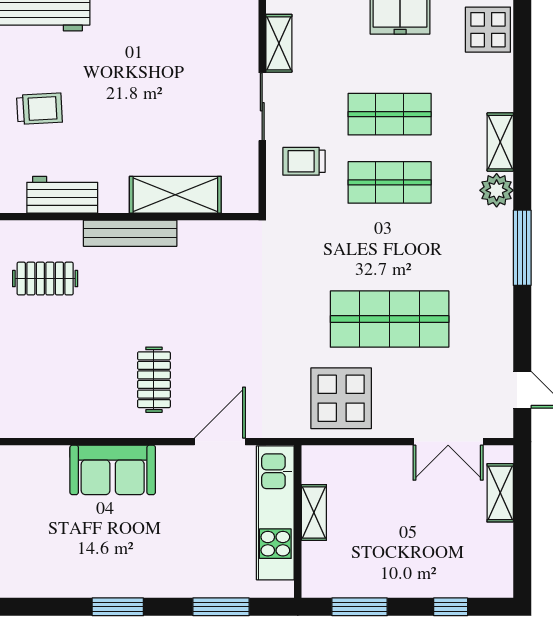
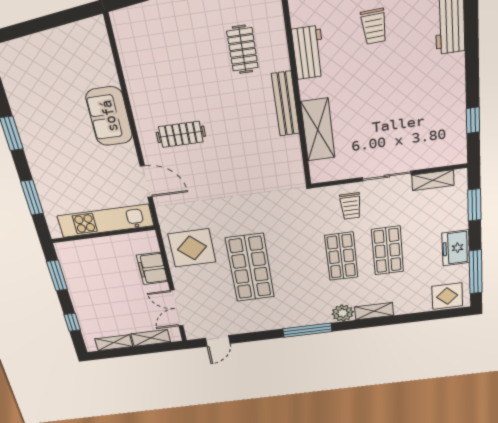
trolley: (304, 161) -> (351, 206), turned 180
filing cabinet: (369, 464) -> (152, 268), added
shelving: (314, 512) -> (114, 343), moved

